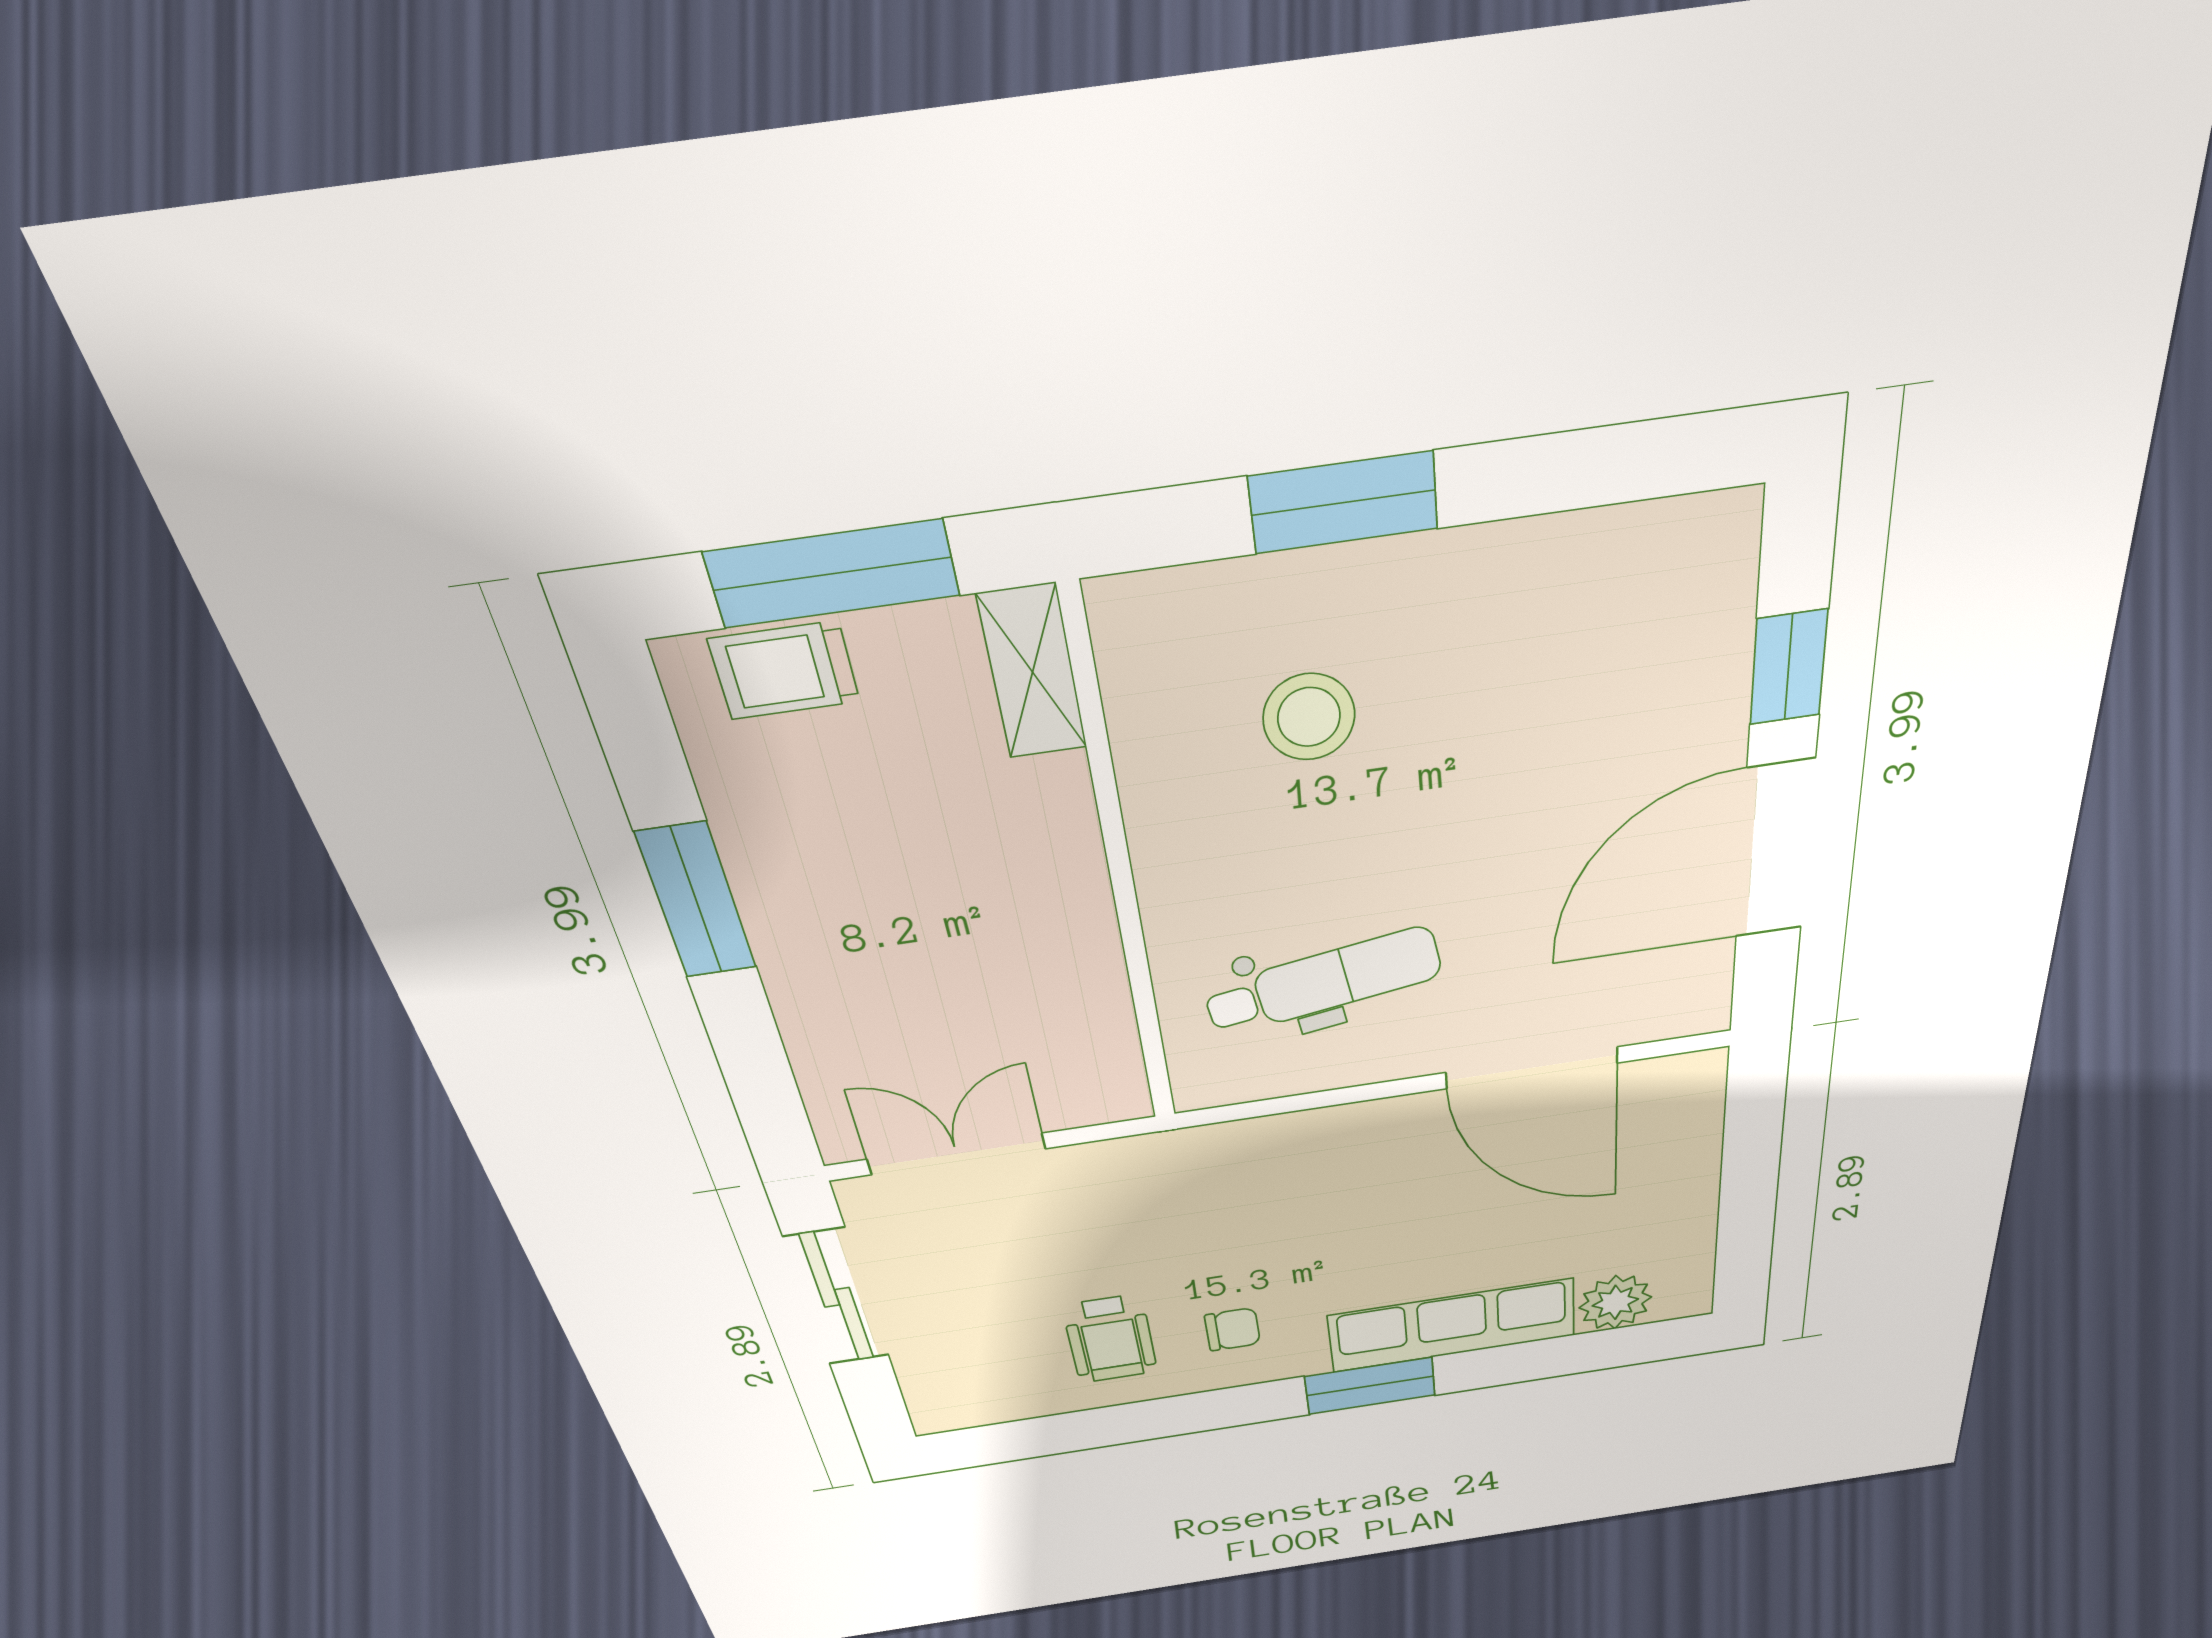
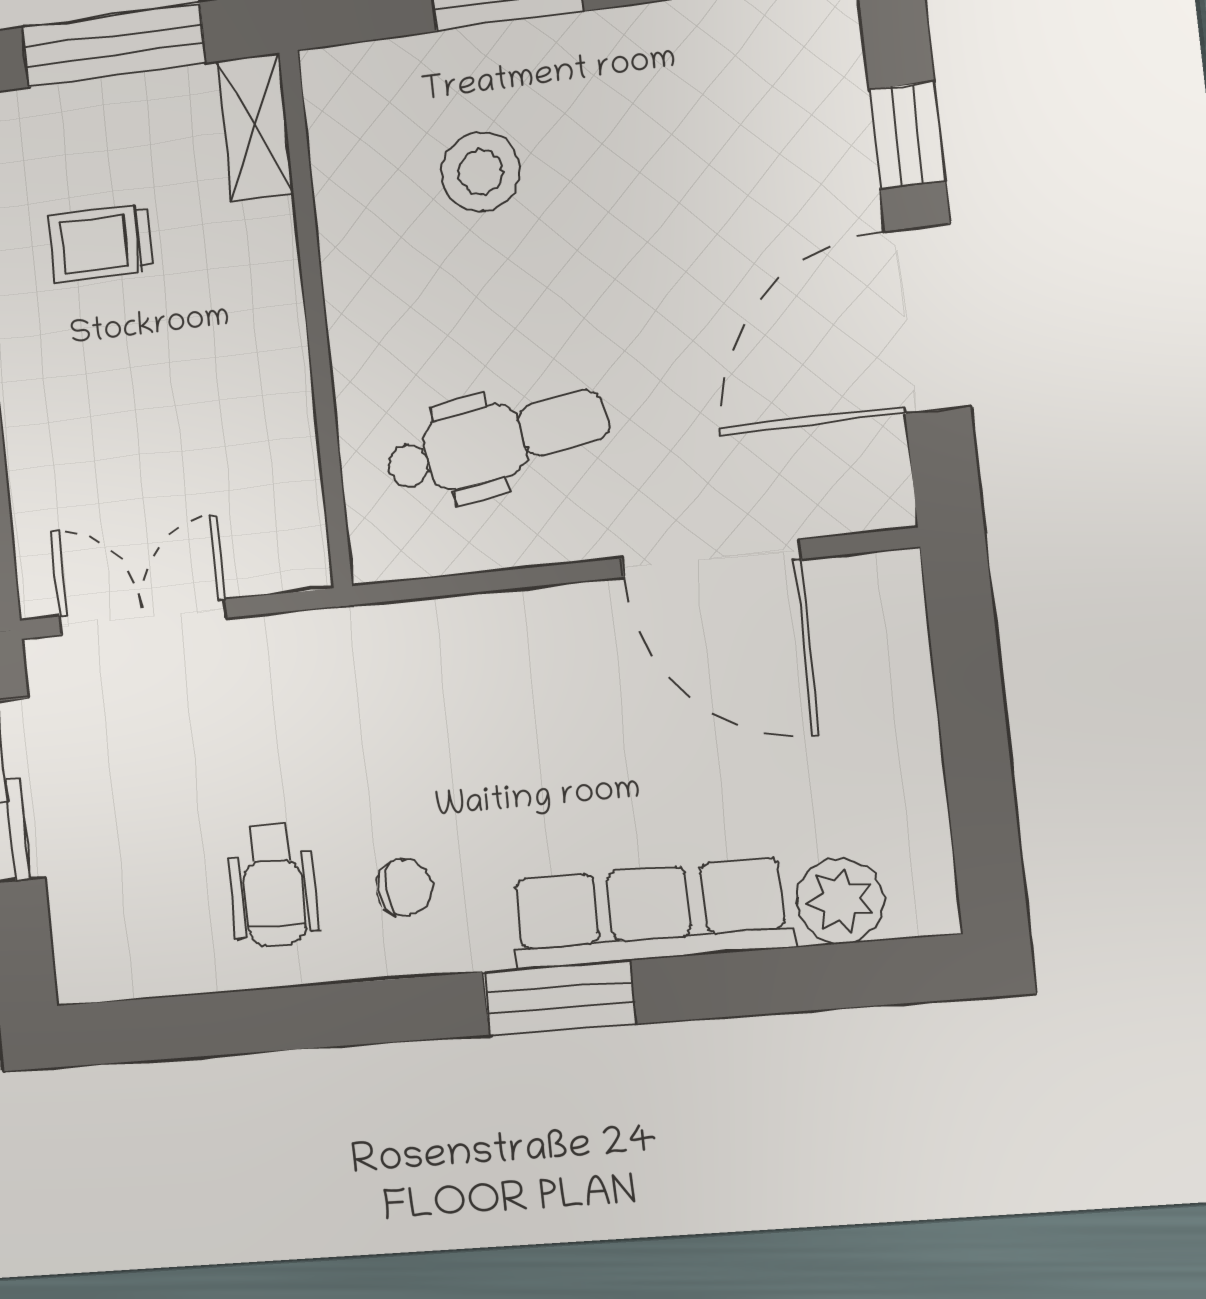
trolley: (784, 670) -> (101, 243), moved

